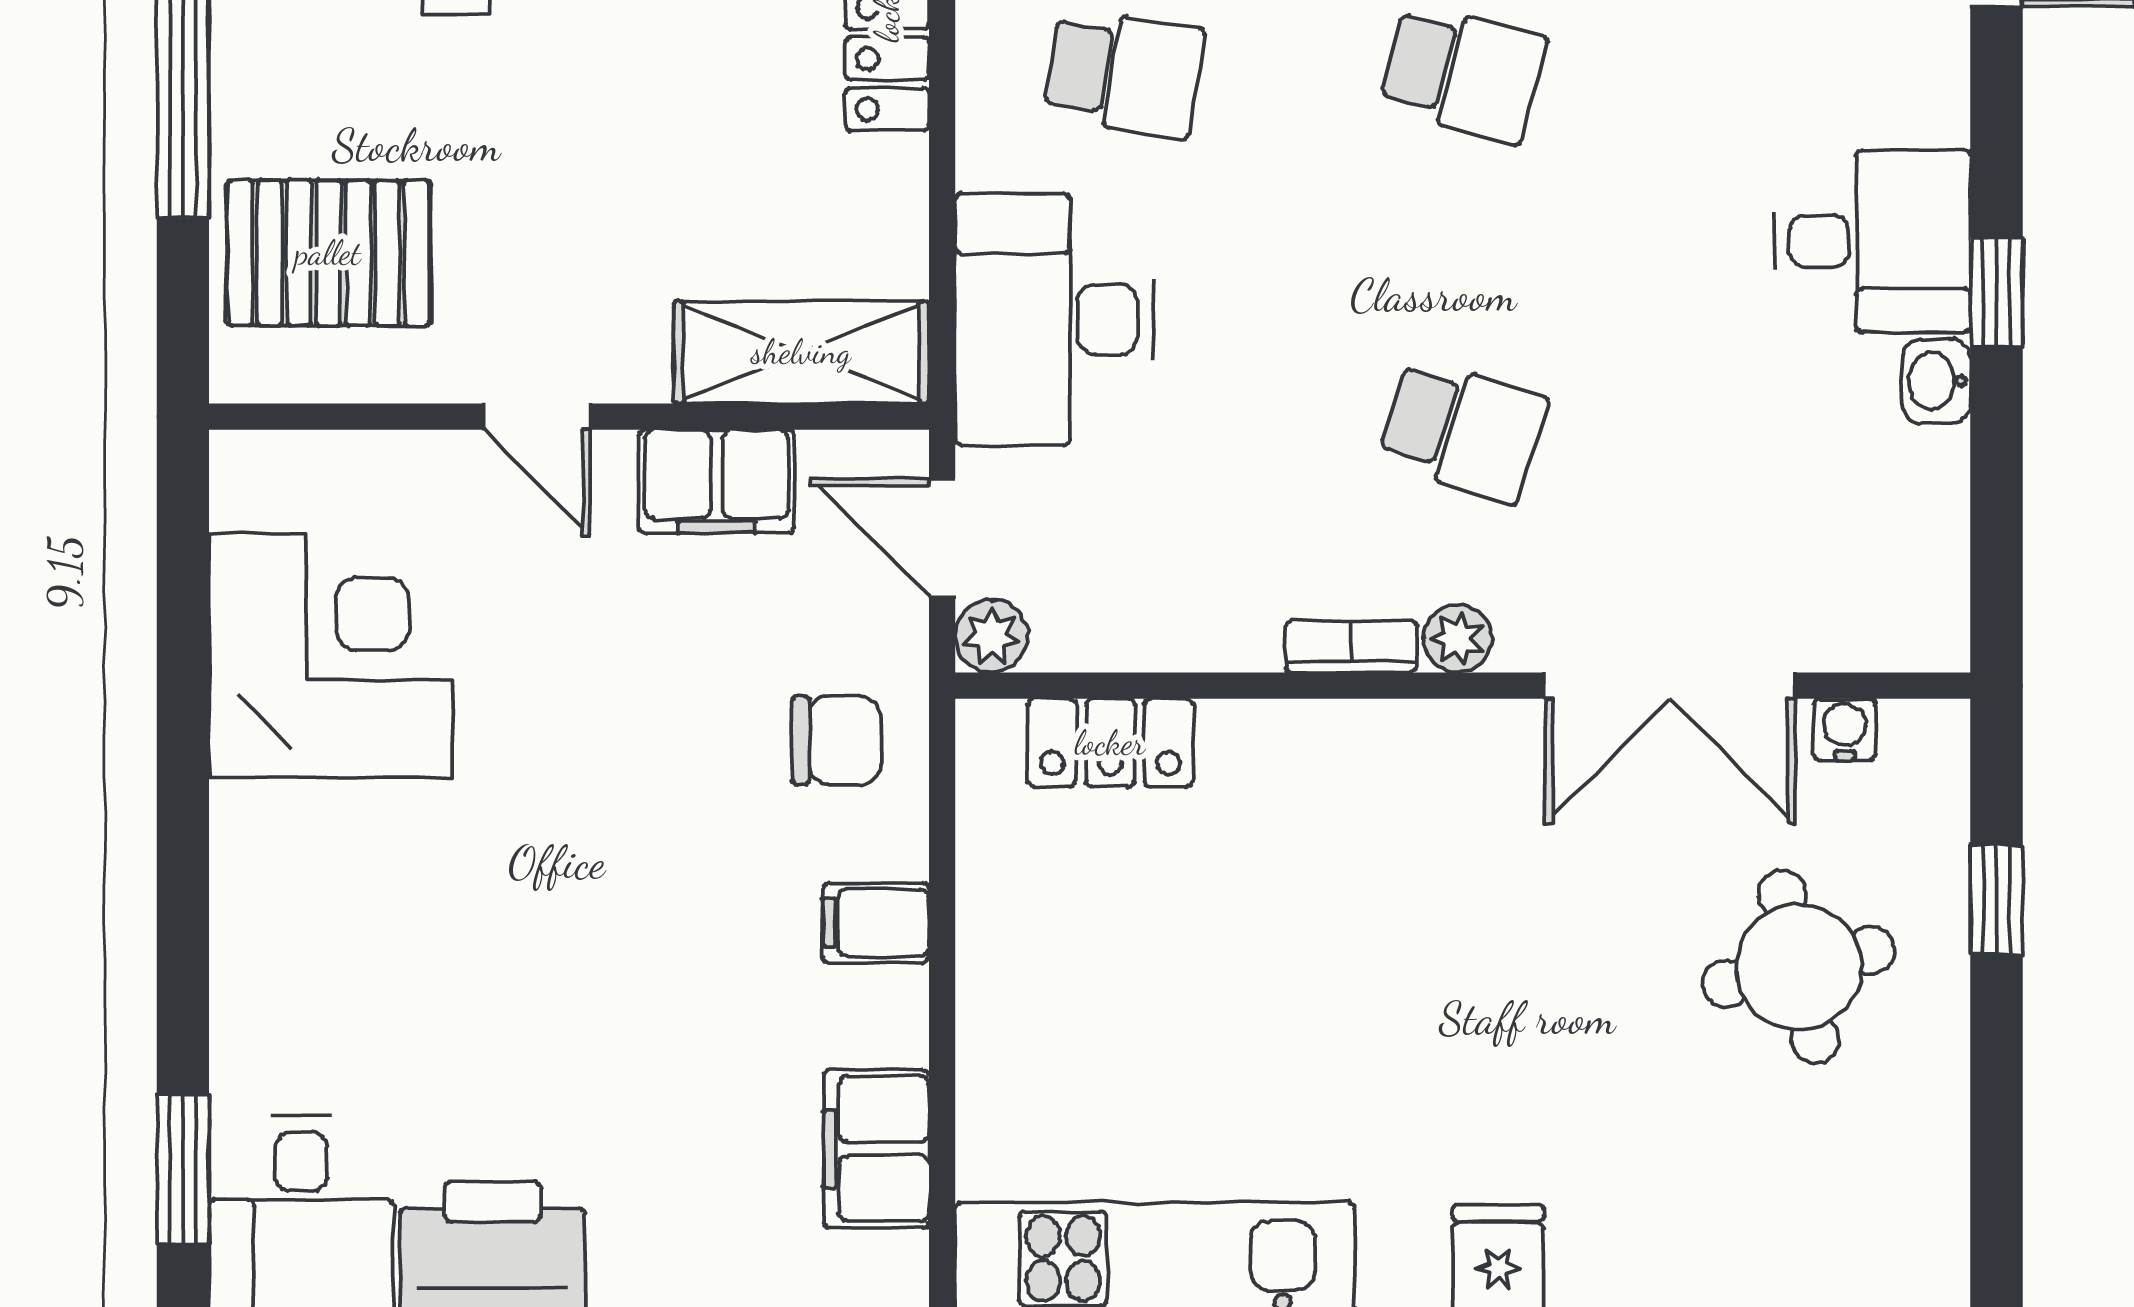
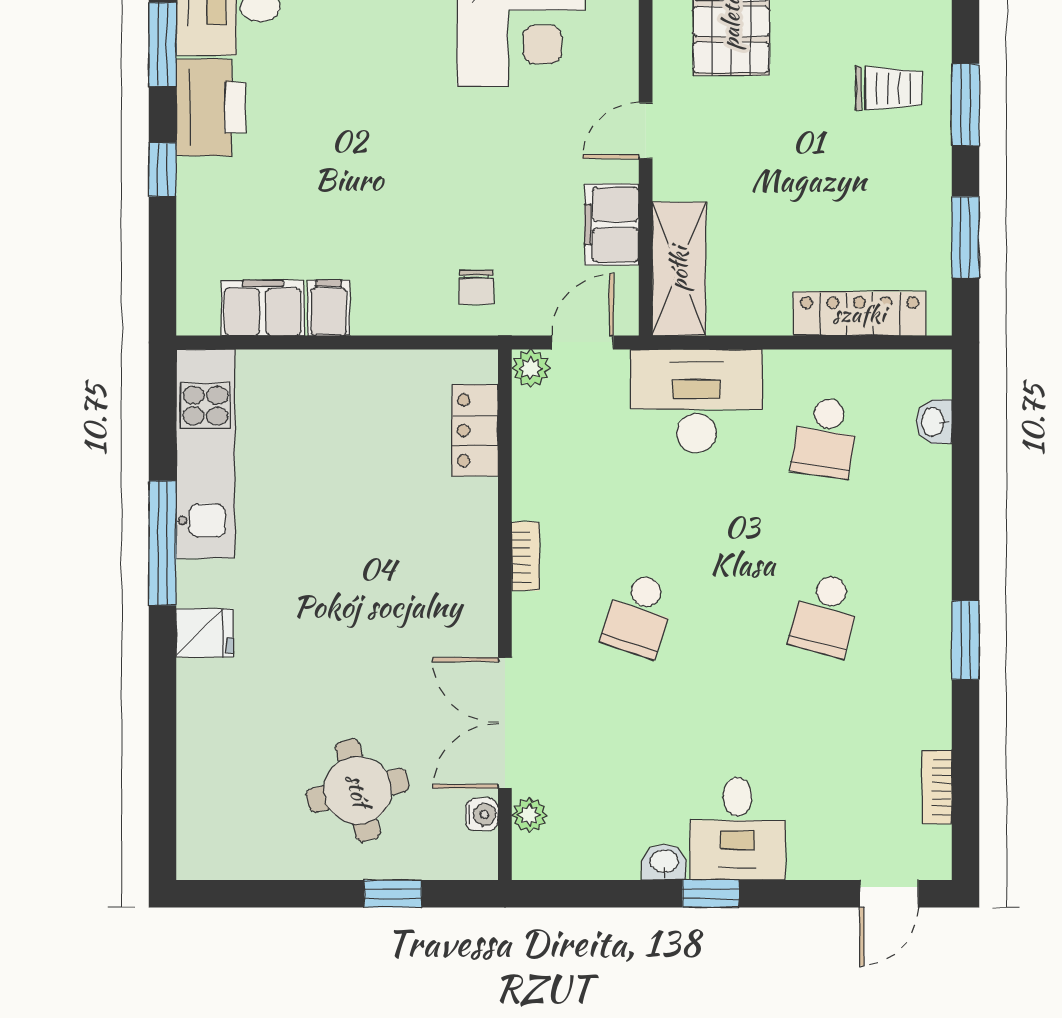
plant: (1457, 639) -> (529, 815), moved
chair: (836, 740) -> (476, 287), width x0.73, depth x0.73
filing cabinet: (876, 923) -> (329, 308), moved

